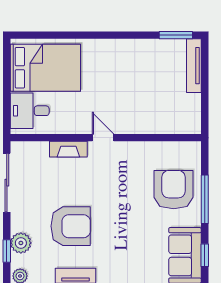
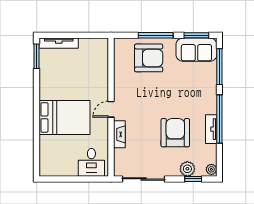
bed: (45, 68) -> (65, 117), moved, turned 90
armchair: (174, 190) -> (149, 58), turned 180
window: (205, 255) -> (196, 35), width x1.50

